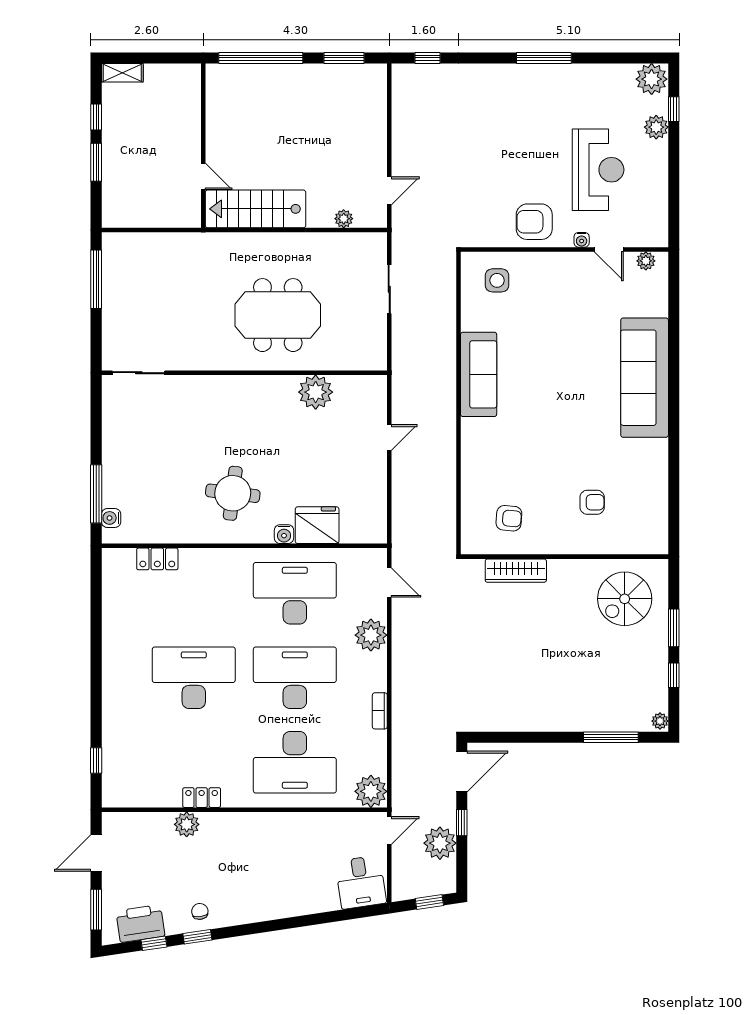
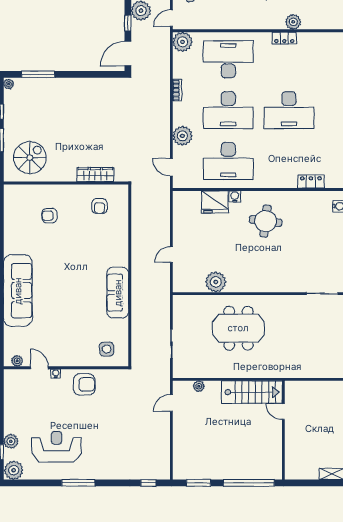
reception desk: (598, 170) -> (57, 447), moved, turned 90
armchair: (509, 518) -> (99, 206), turned -95

